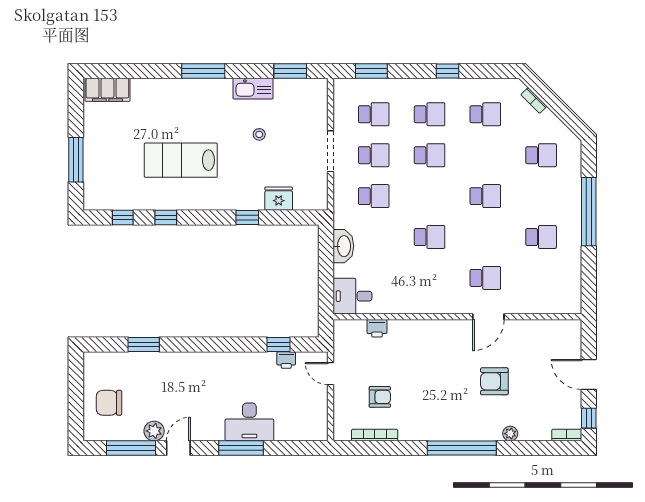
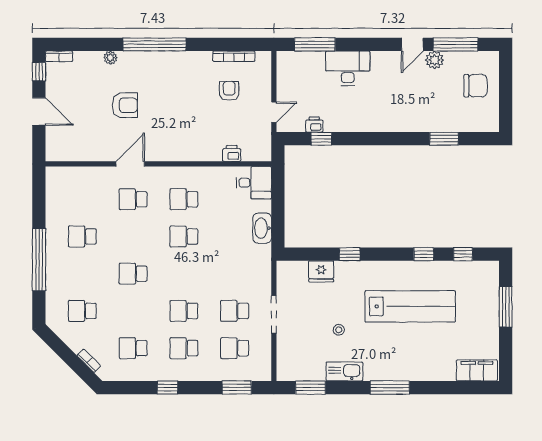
lab bench: (181, 160) -> (410, 306), width x1.36
school desk: (374, 196) -> (184, 199), moved
door: (331, 374) -> (274, 112), hinge flipped
armchair: (380, 397) -> (229, 91), turned 90
window: (241, 448) -> (315, 44), moved

